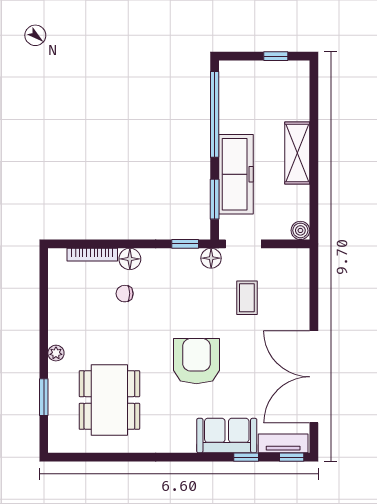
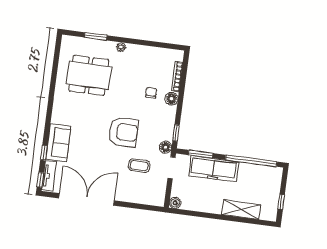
shelving: (297, 153) -> (241, 210), moved
armchair: (196, 361) -> (123, 132), moved

